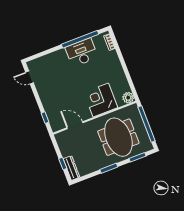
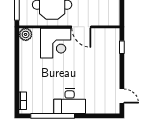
desk: (82, 53) -> (70, 101), moved
door: (75, 125) -> (81, 27), moved

